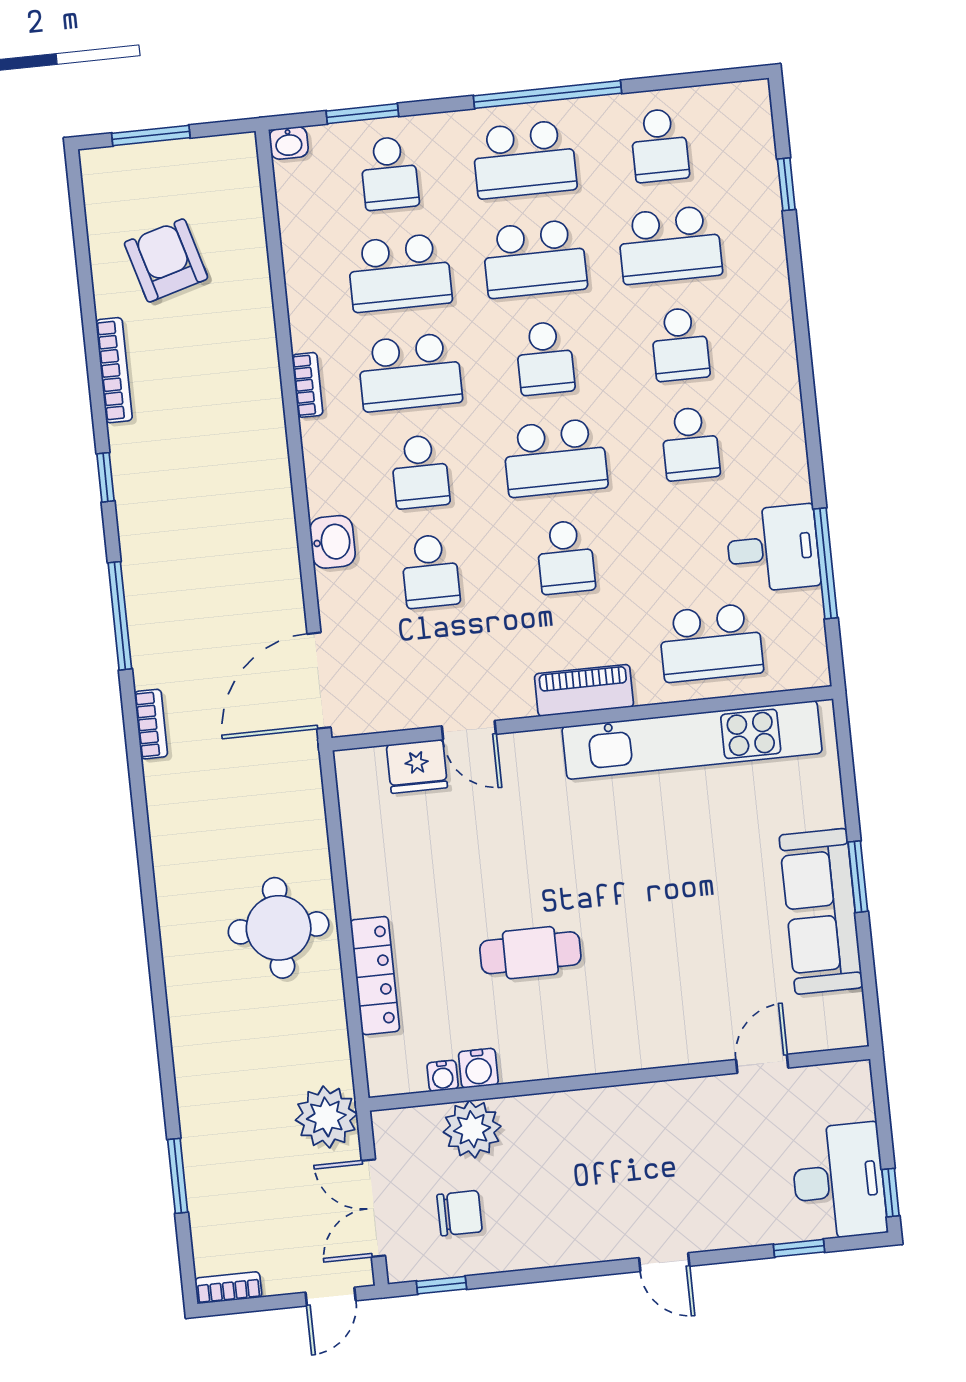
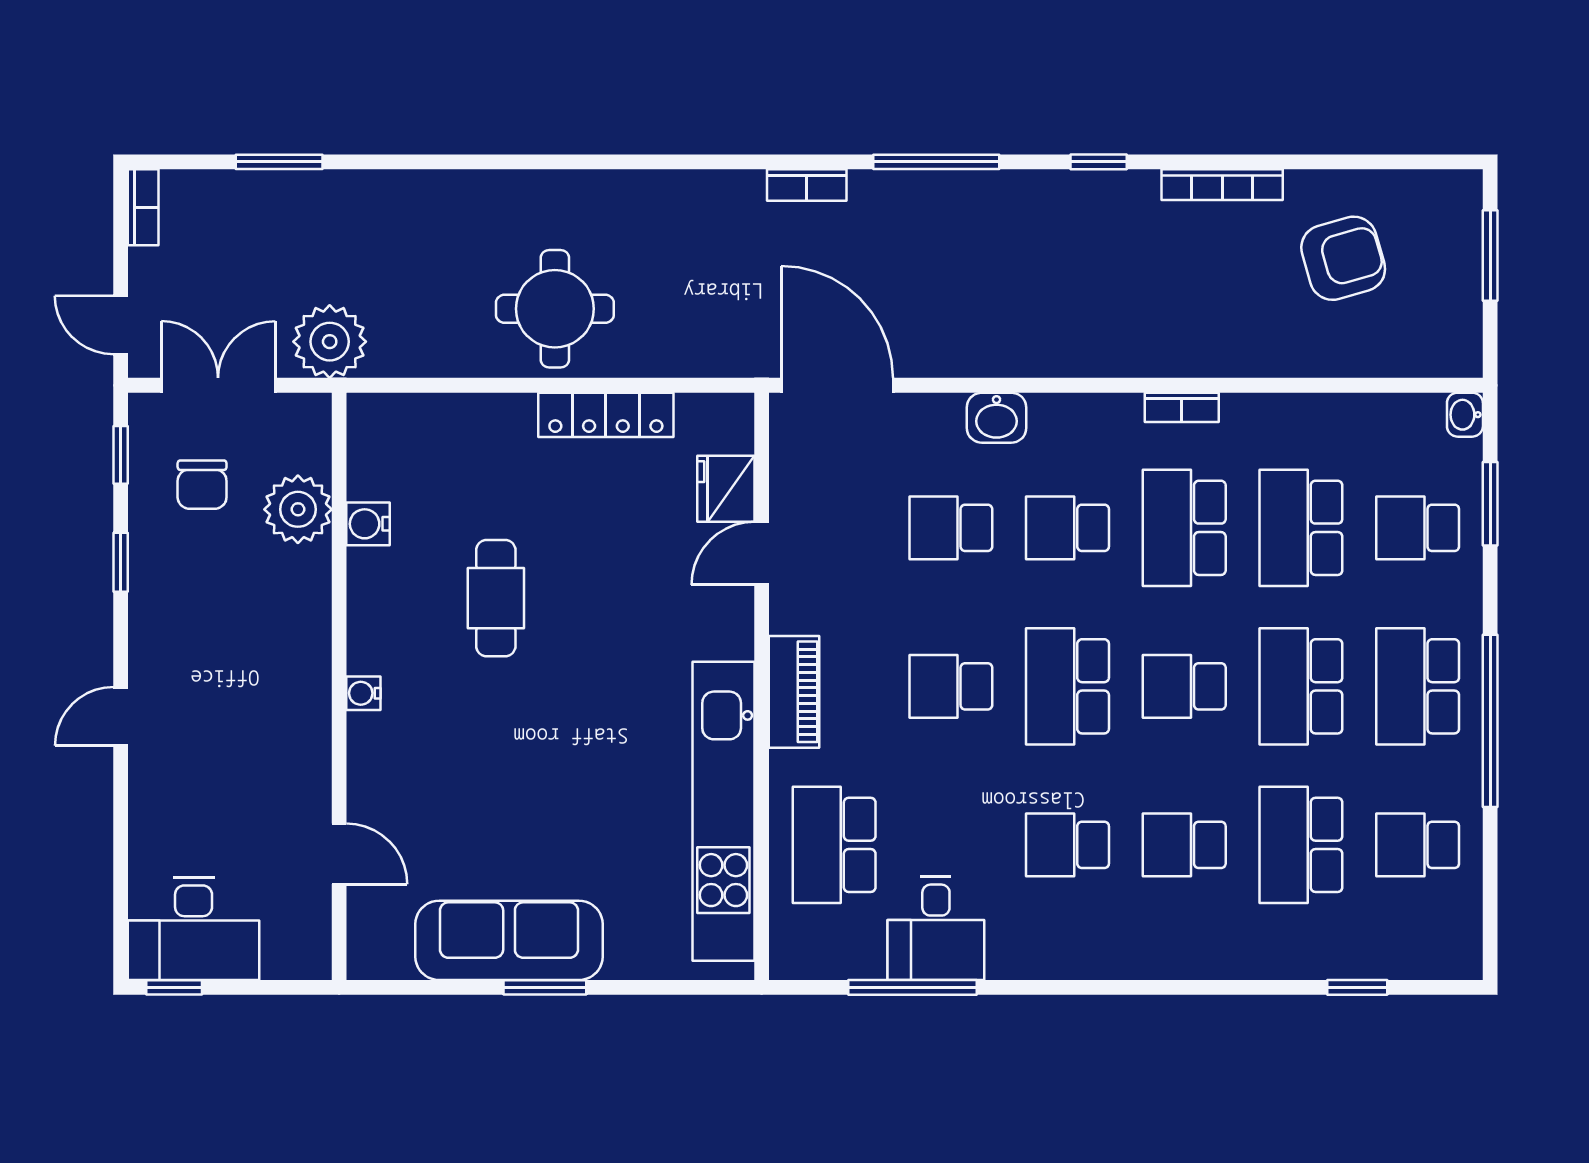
locker: (375, 976) -> (606, 415), moved
water cooler: (443, 1076) -> (363, 693), moved
window: (799, 1248) -> (121, 562), moved

